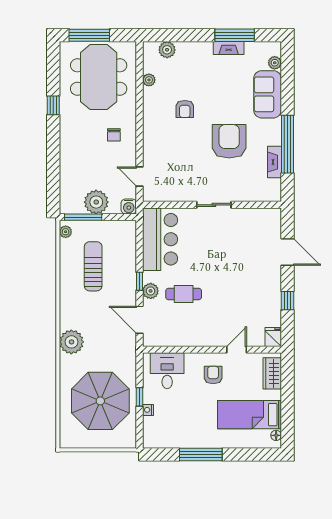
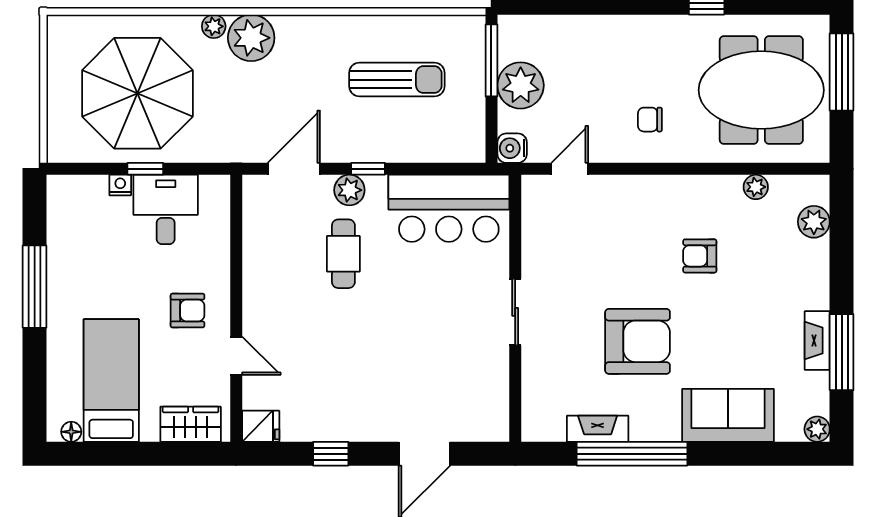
plant: (275, 63) -> (817, 429), moved
plant: (66, 232) -> (214, 26), moved
desk: (167, 371) -> (166, 209), moved, turned -90

